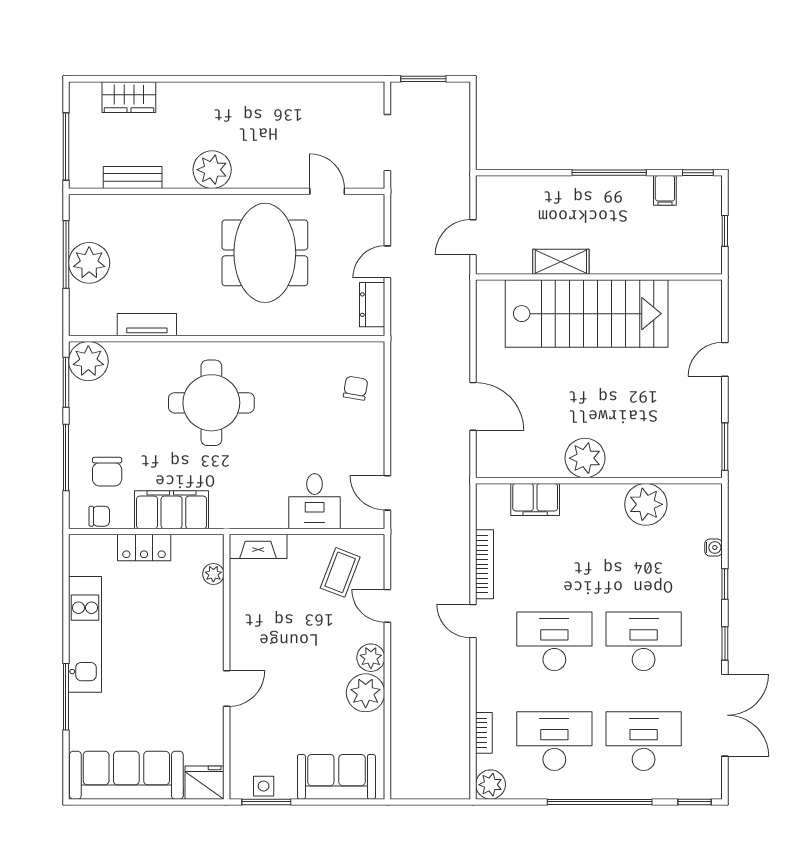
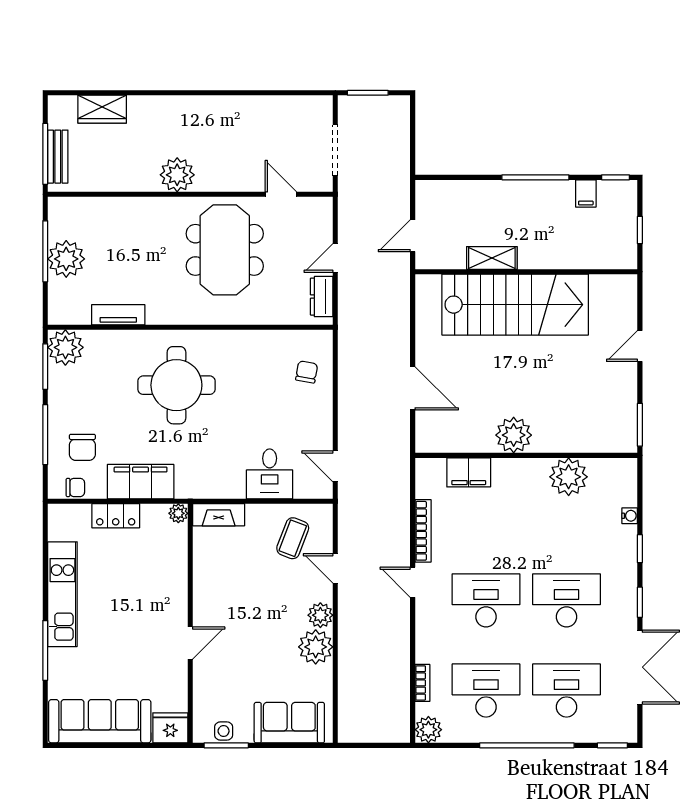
bench: (133, 177) -> (58, 157), moved, turned 90
plant: (213, 574) -> (178, 513), moved

